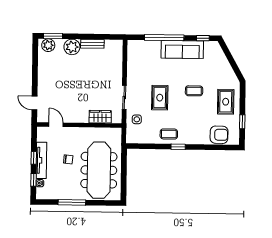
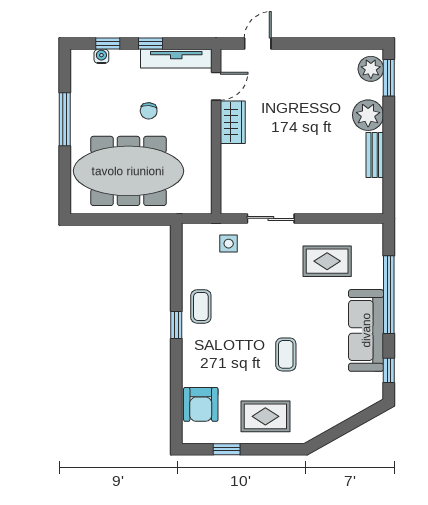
rug: (160, 98) -> (327, 261), moved
wardrobe: (100, 117) -> (233, 122), moved
tv unit: (41, 160) -> (176, 59), moved

